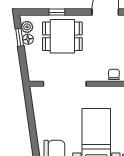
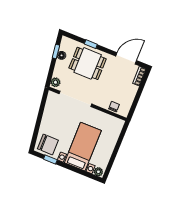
plant: (27, 27) -> (55, 82), moved

